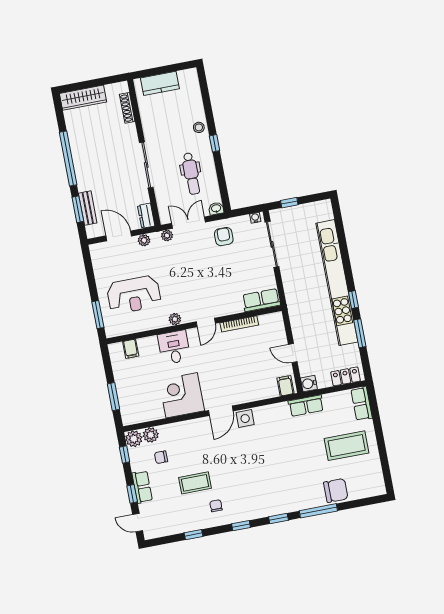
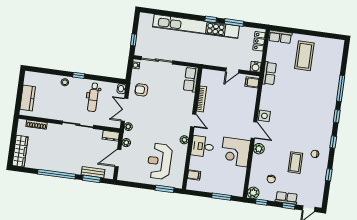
dental chair: (191, 174) -> (93, 97), turned 90
reception desk: (134, 295) -> (159, 161), turned 180
plant: (151, 435) -> (259, 149), moved
chair: (336, 490) -> (331, 73), removed

